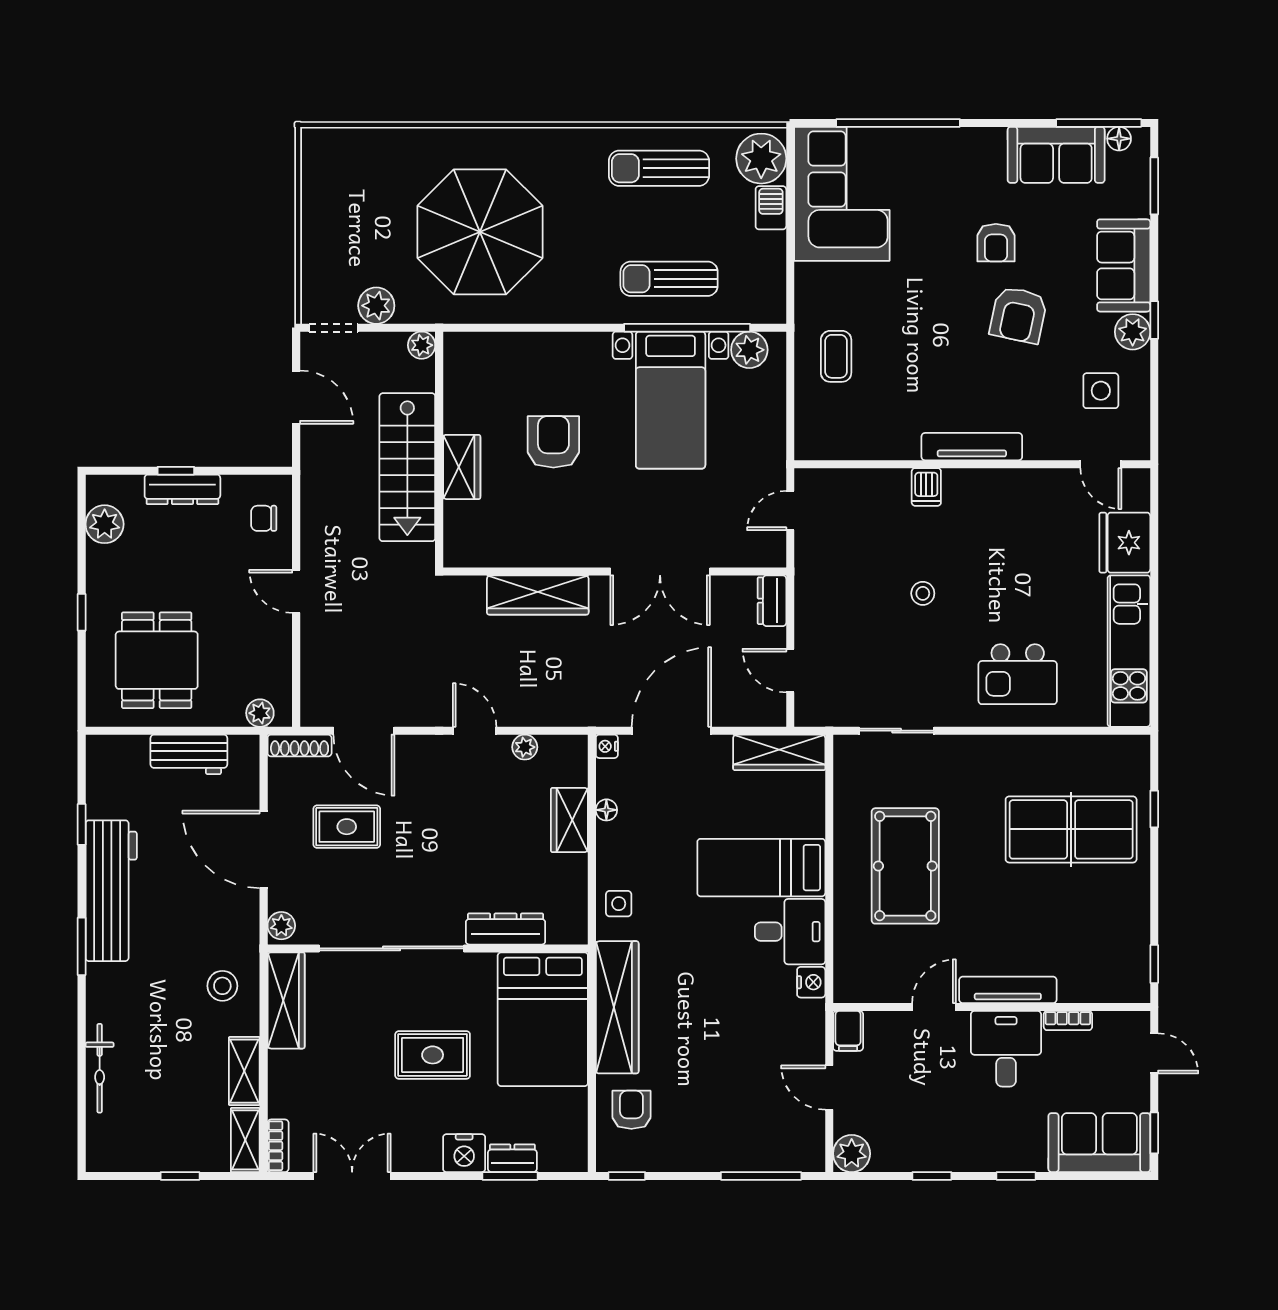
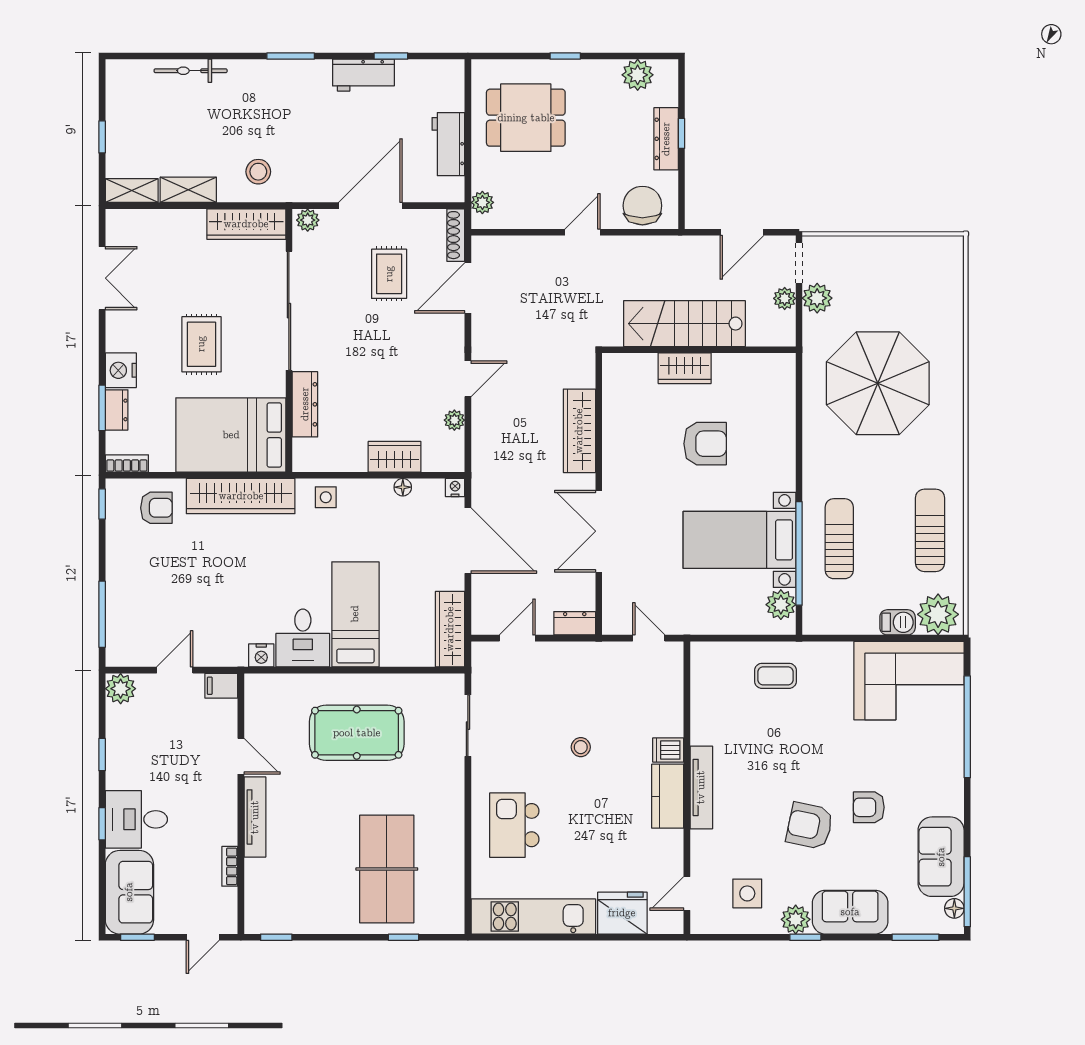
plant: (422, 345) -> (785, 298), moved
kitchen counter: (982, 488) -> (668, 796), added
chair: (264, 518) -> (642, 206), width x1.87, depth x1.87
workbench: (111, 891) -> (363, 75), width x0.53, depth x0.76
desk: (1006, 1049) -> (136, 819), moved, turned 180
bookcase: (278, 1146) -> (127, 463), moved, turned 180

